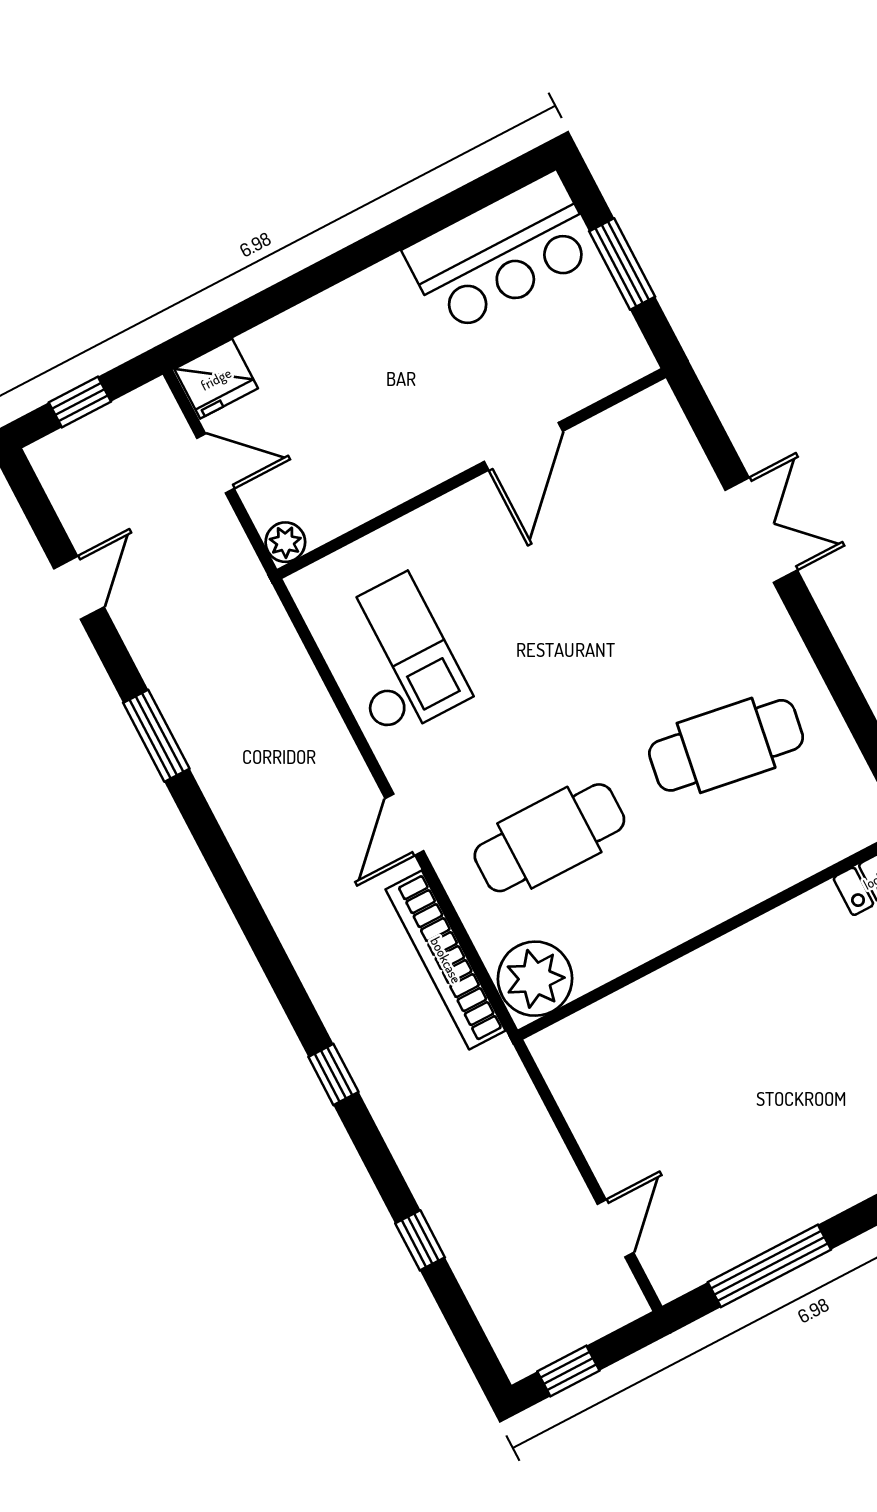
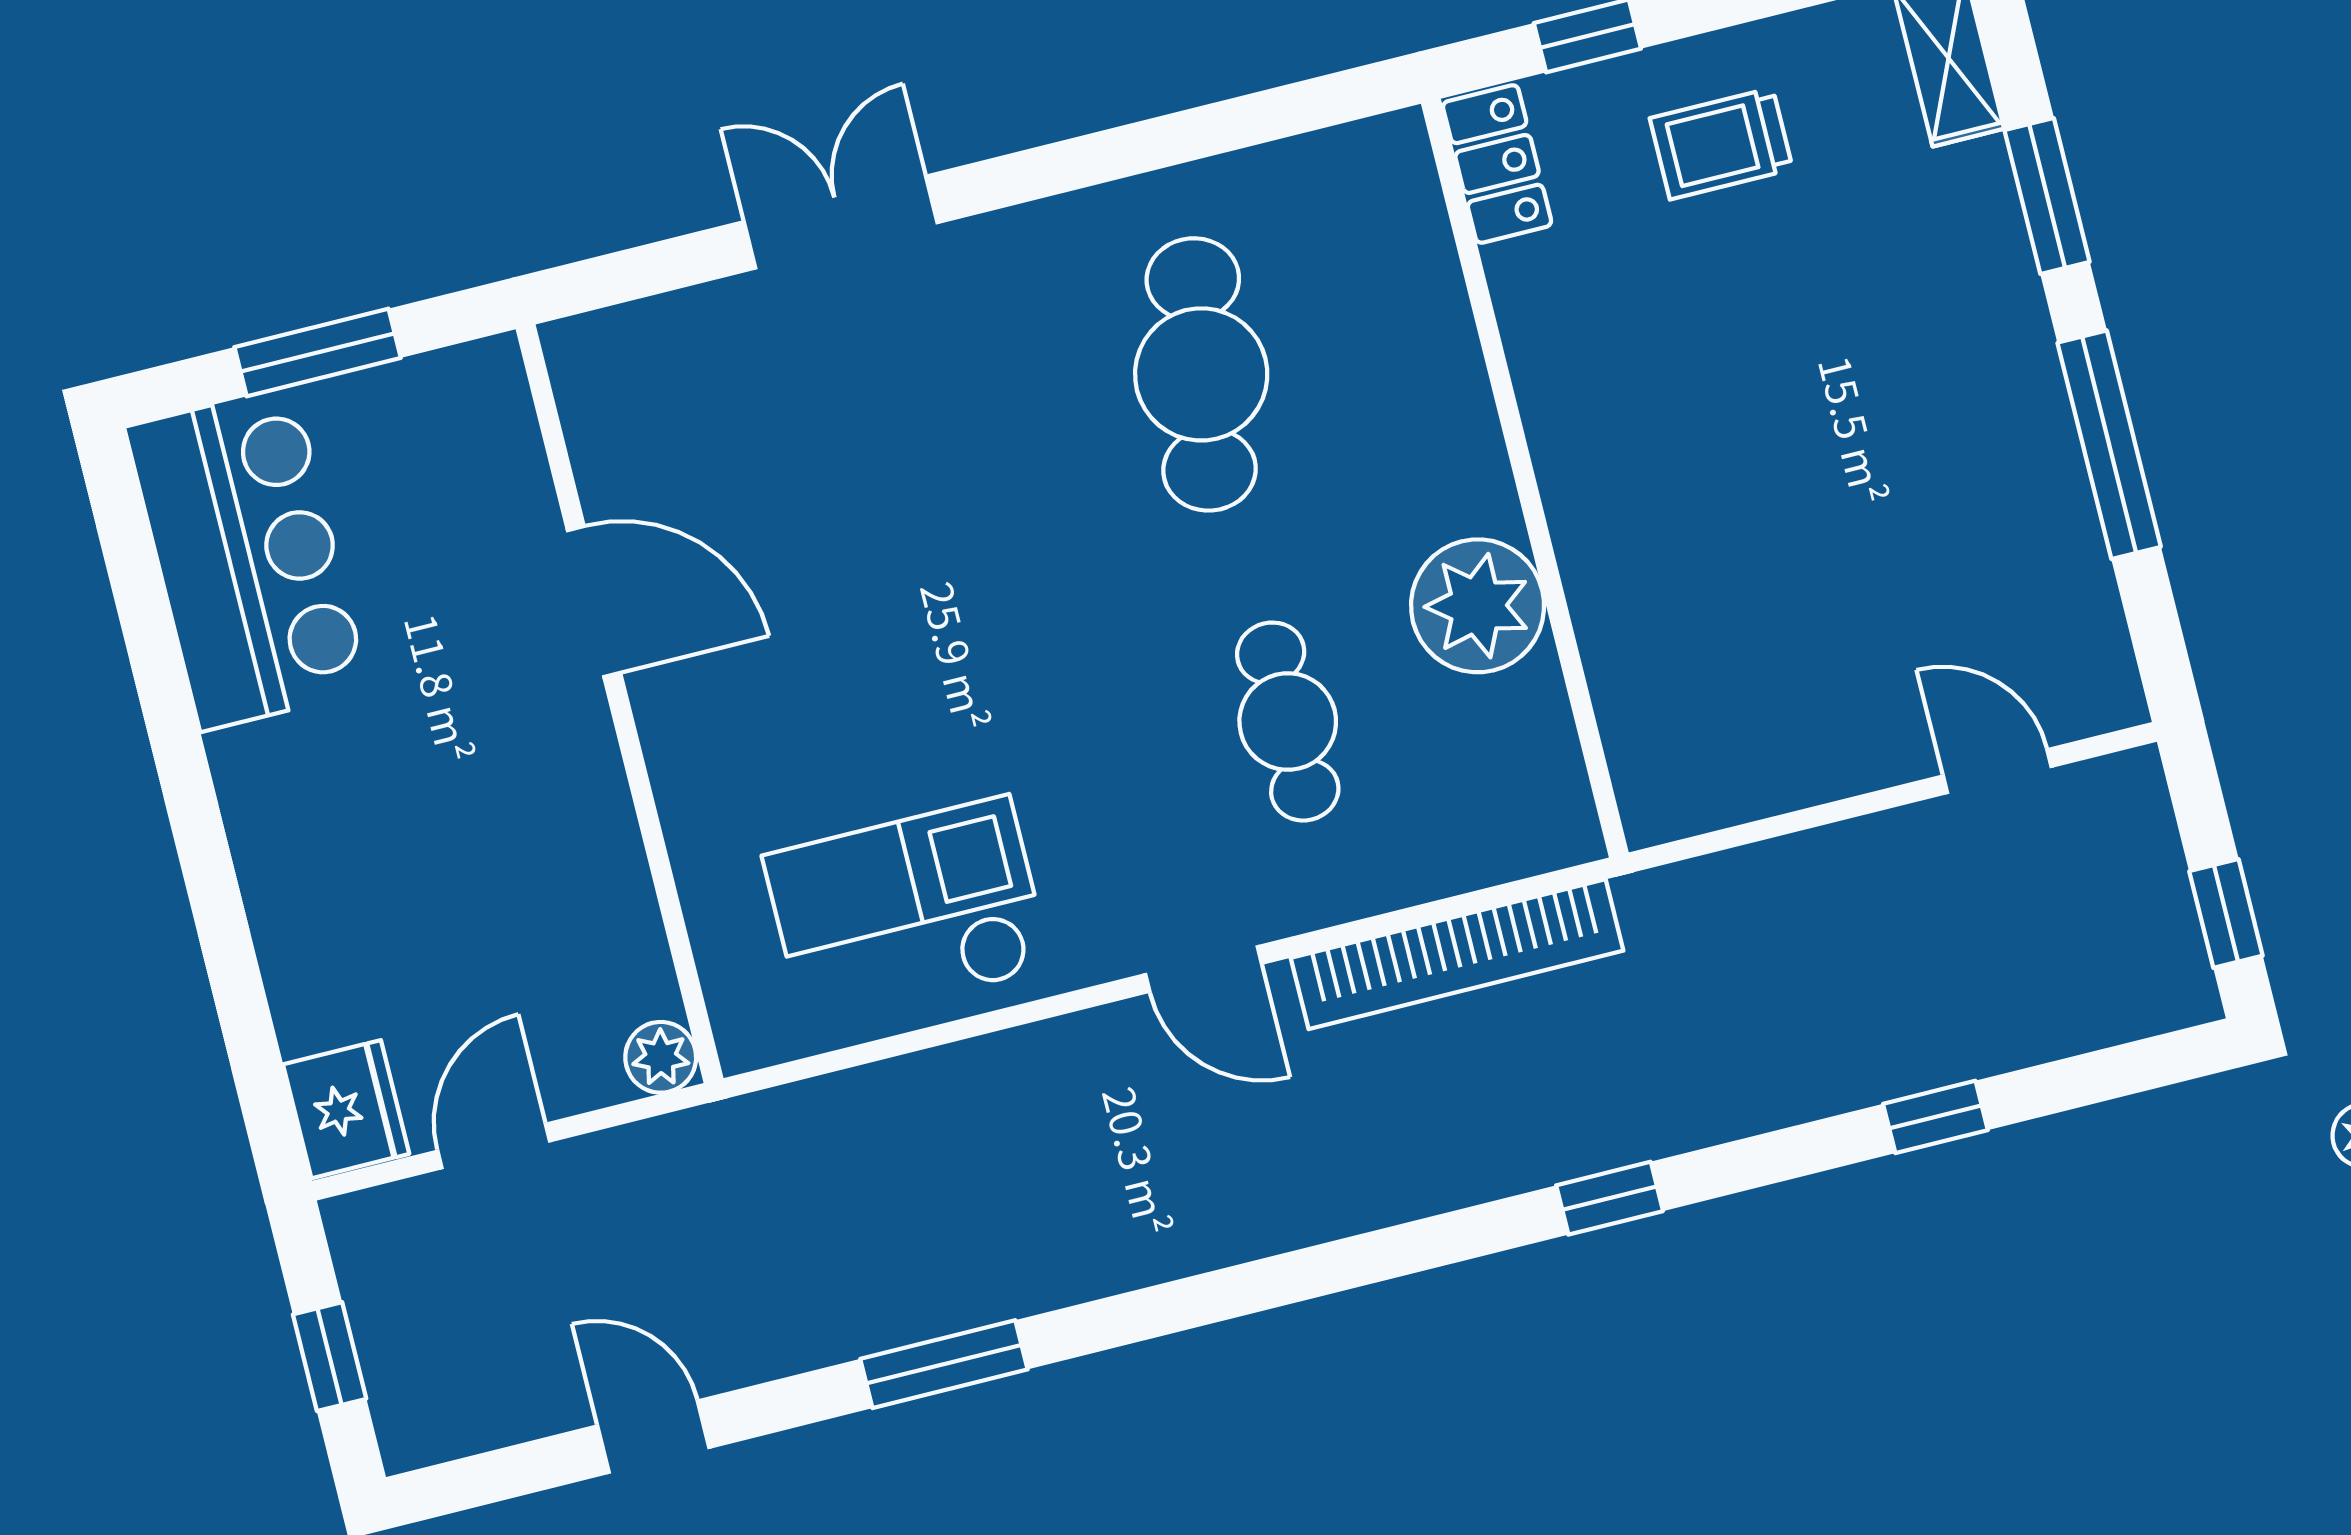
cafe table: (549, 838) -> (1288, 722), width x0.73, depth x0.74
plant: (535, 979) -> (1478, 606), moved
window: (769, 1266) -> (2109, 445), moved

